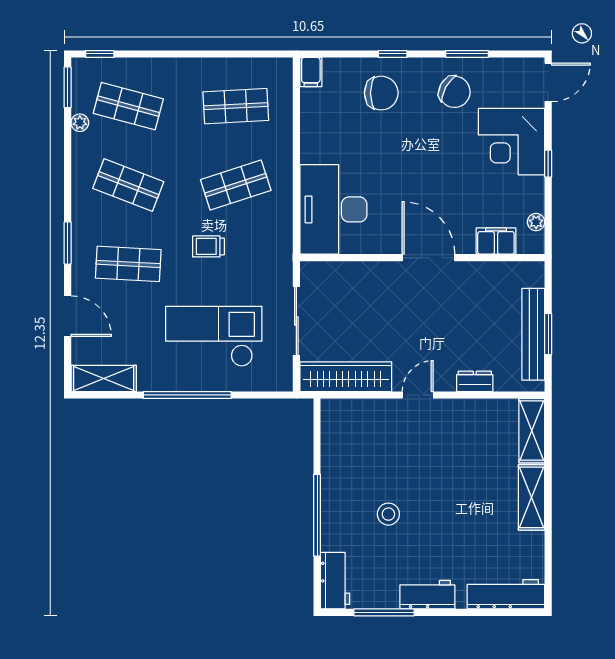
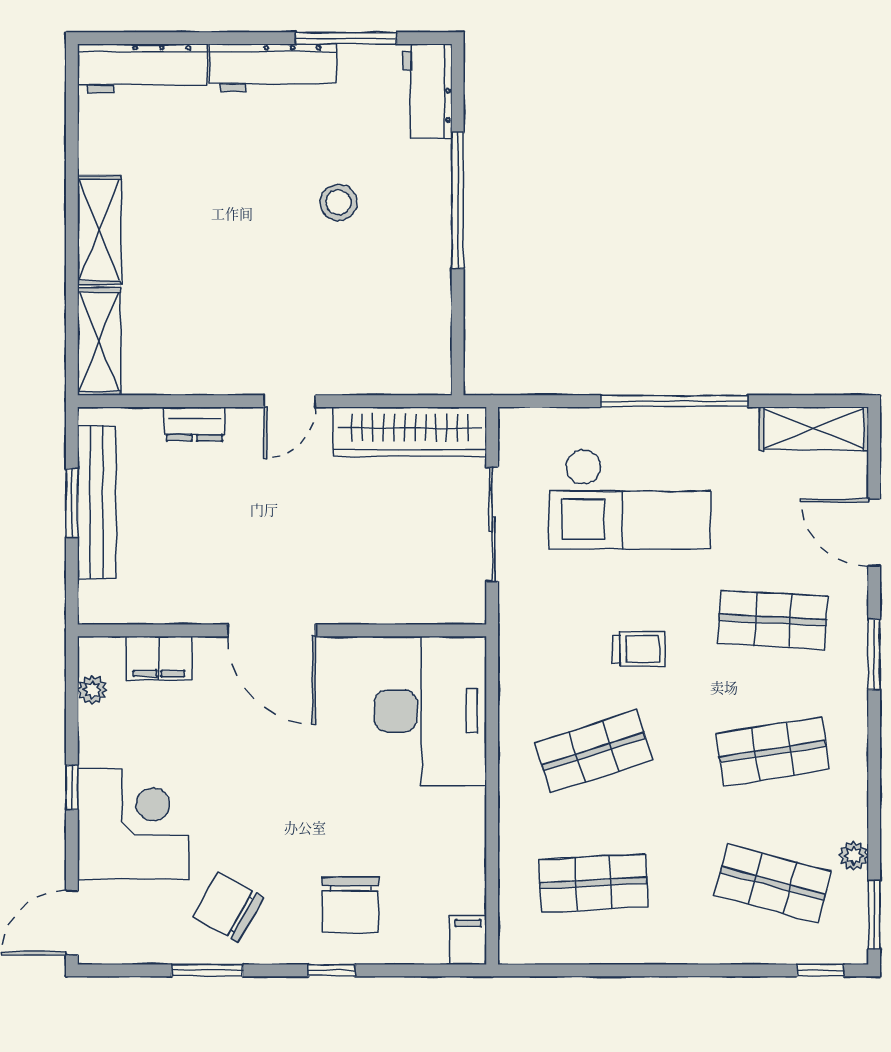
chair: (381, 93) -> (350, 905), turned -90
shop shelf: (128, 185) -> (773, 752), turned -30
workbench: (427, 595) -> (274, 68), width x1.38

